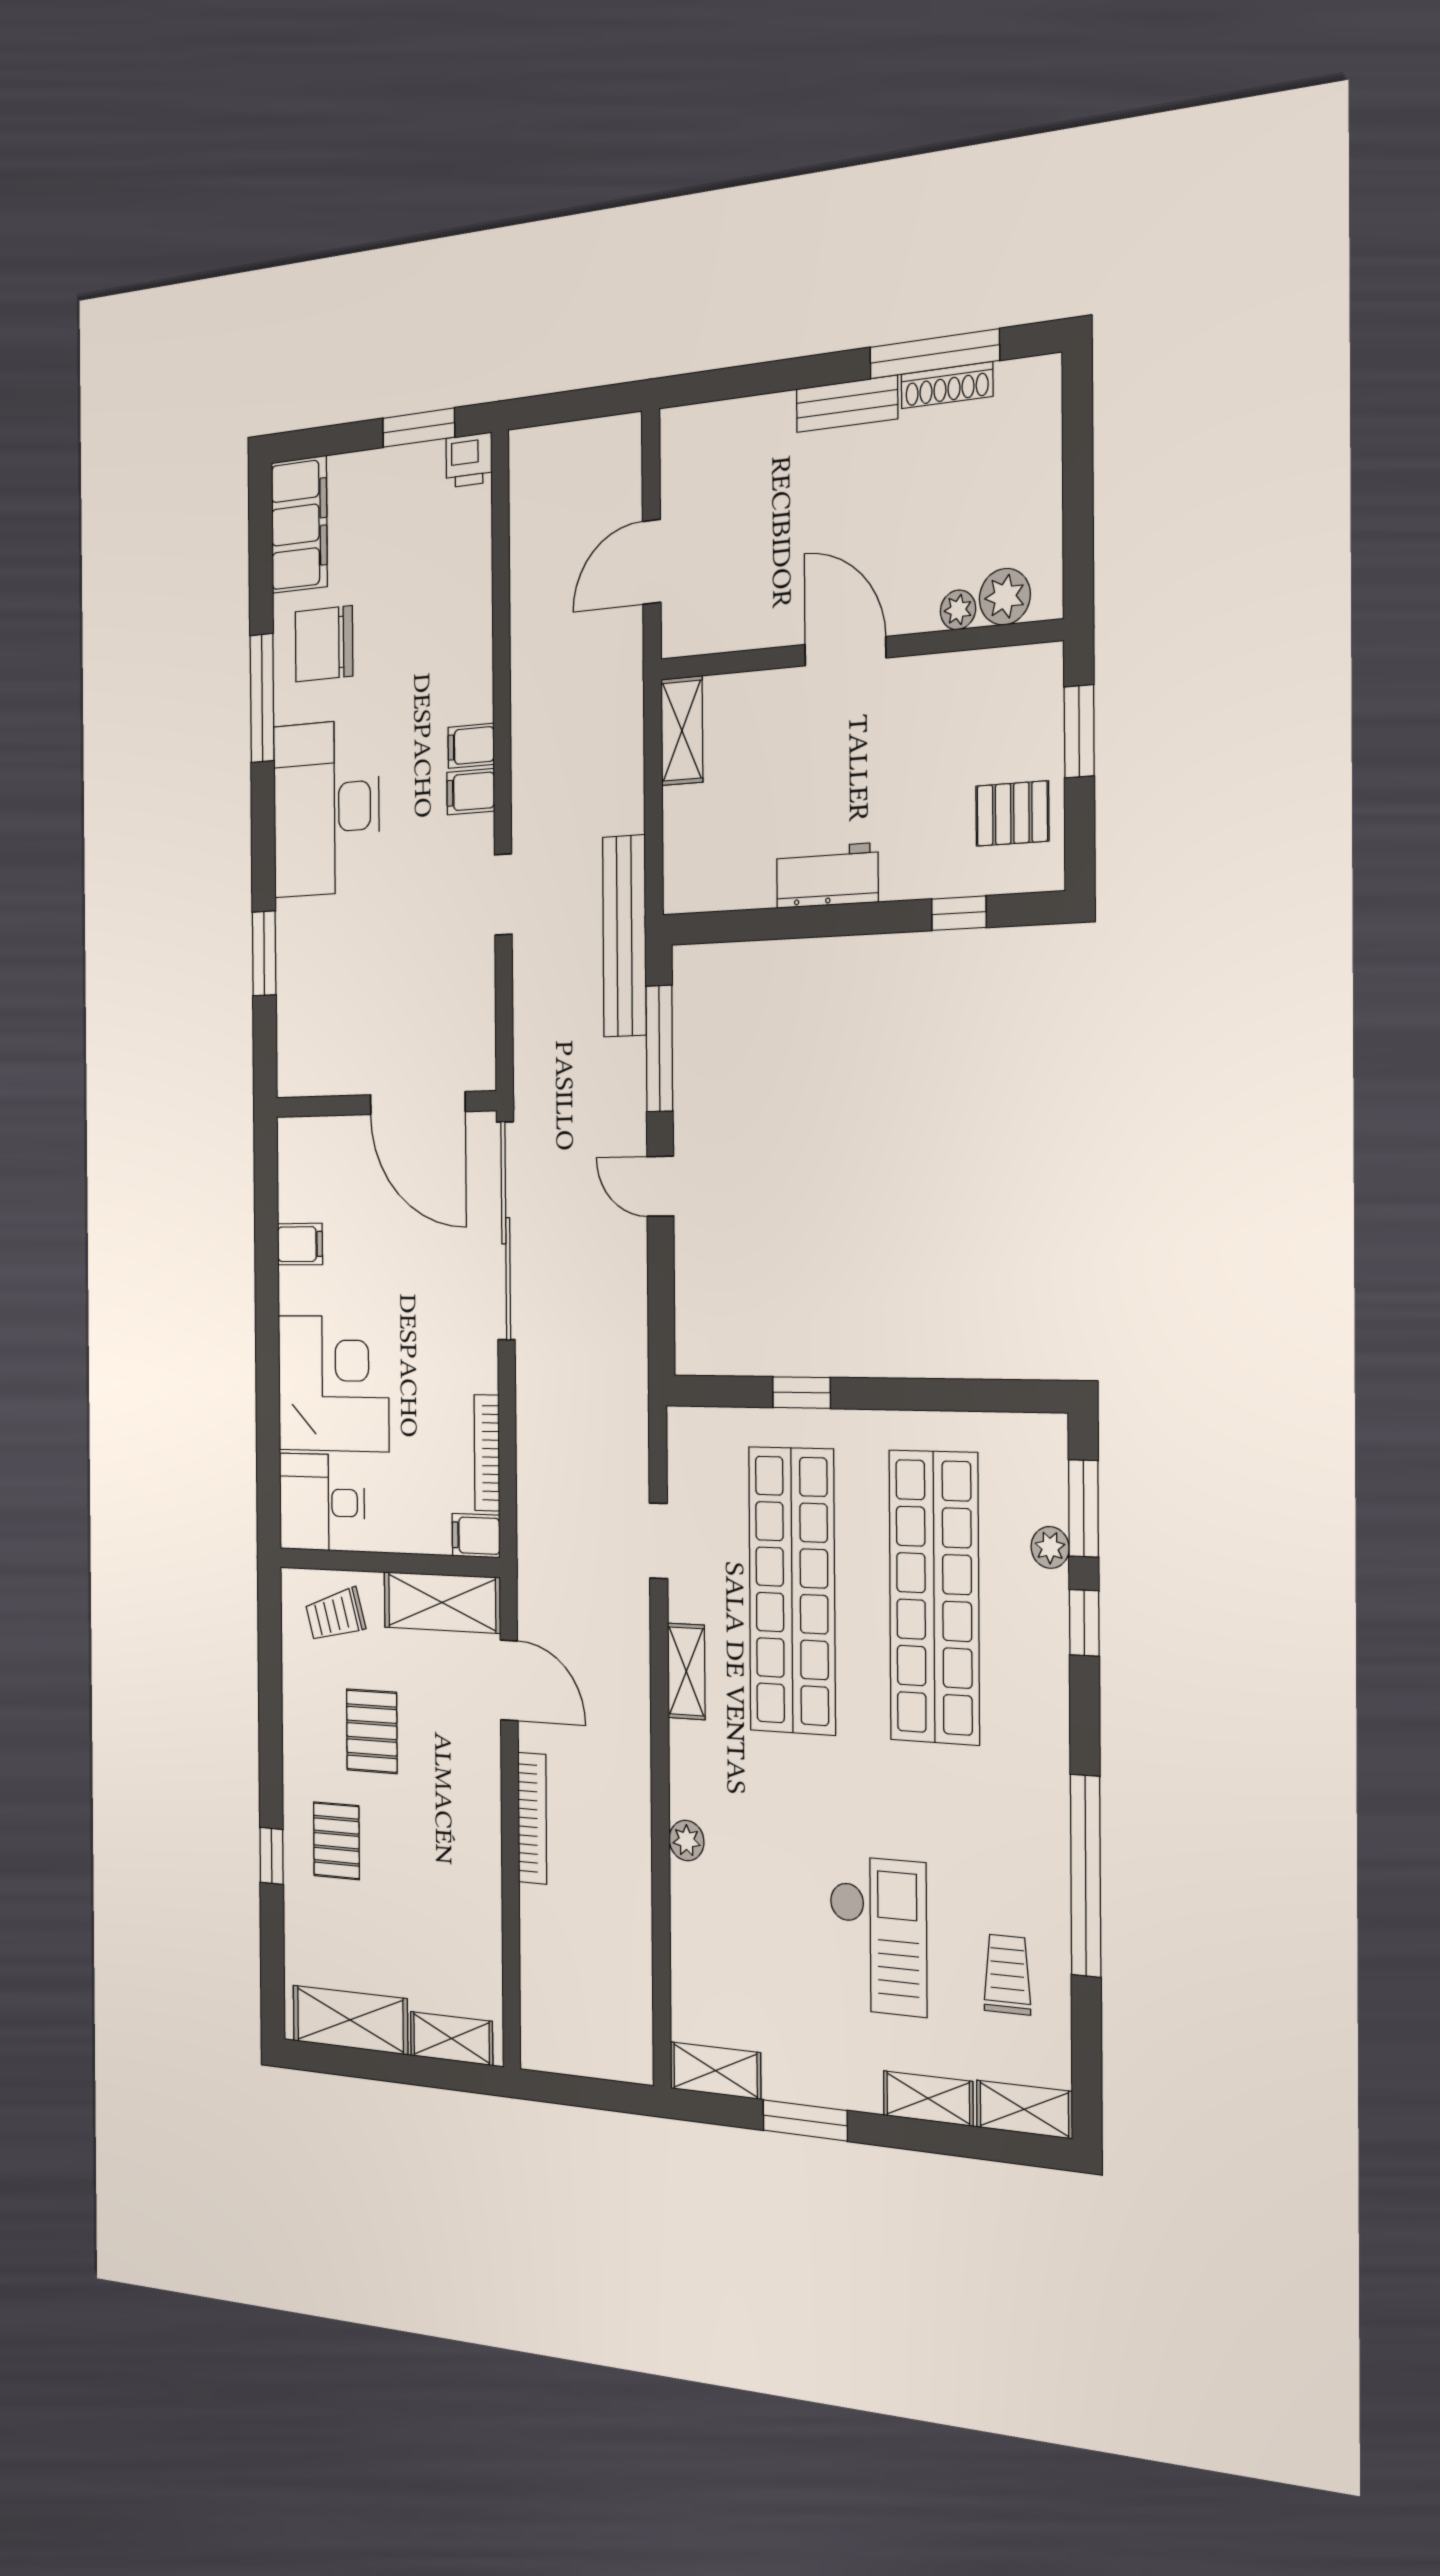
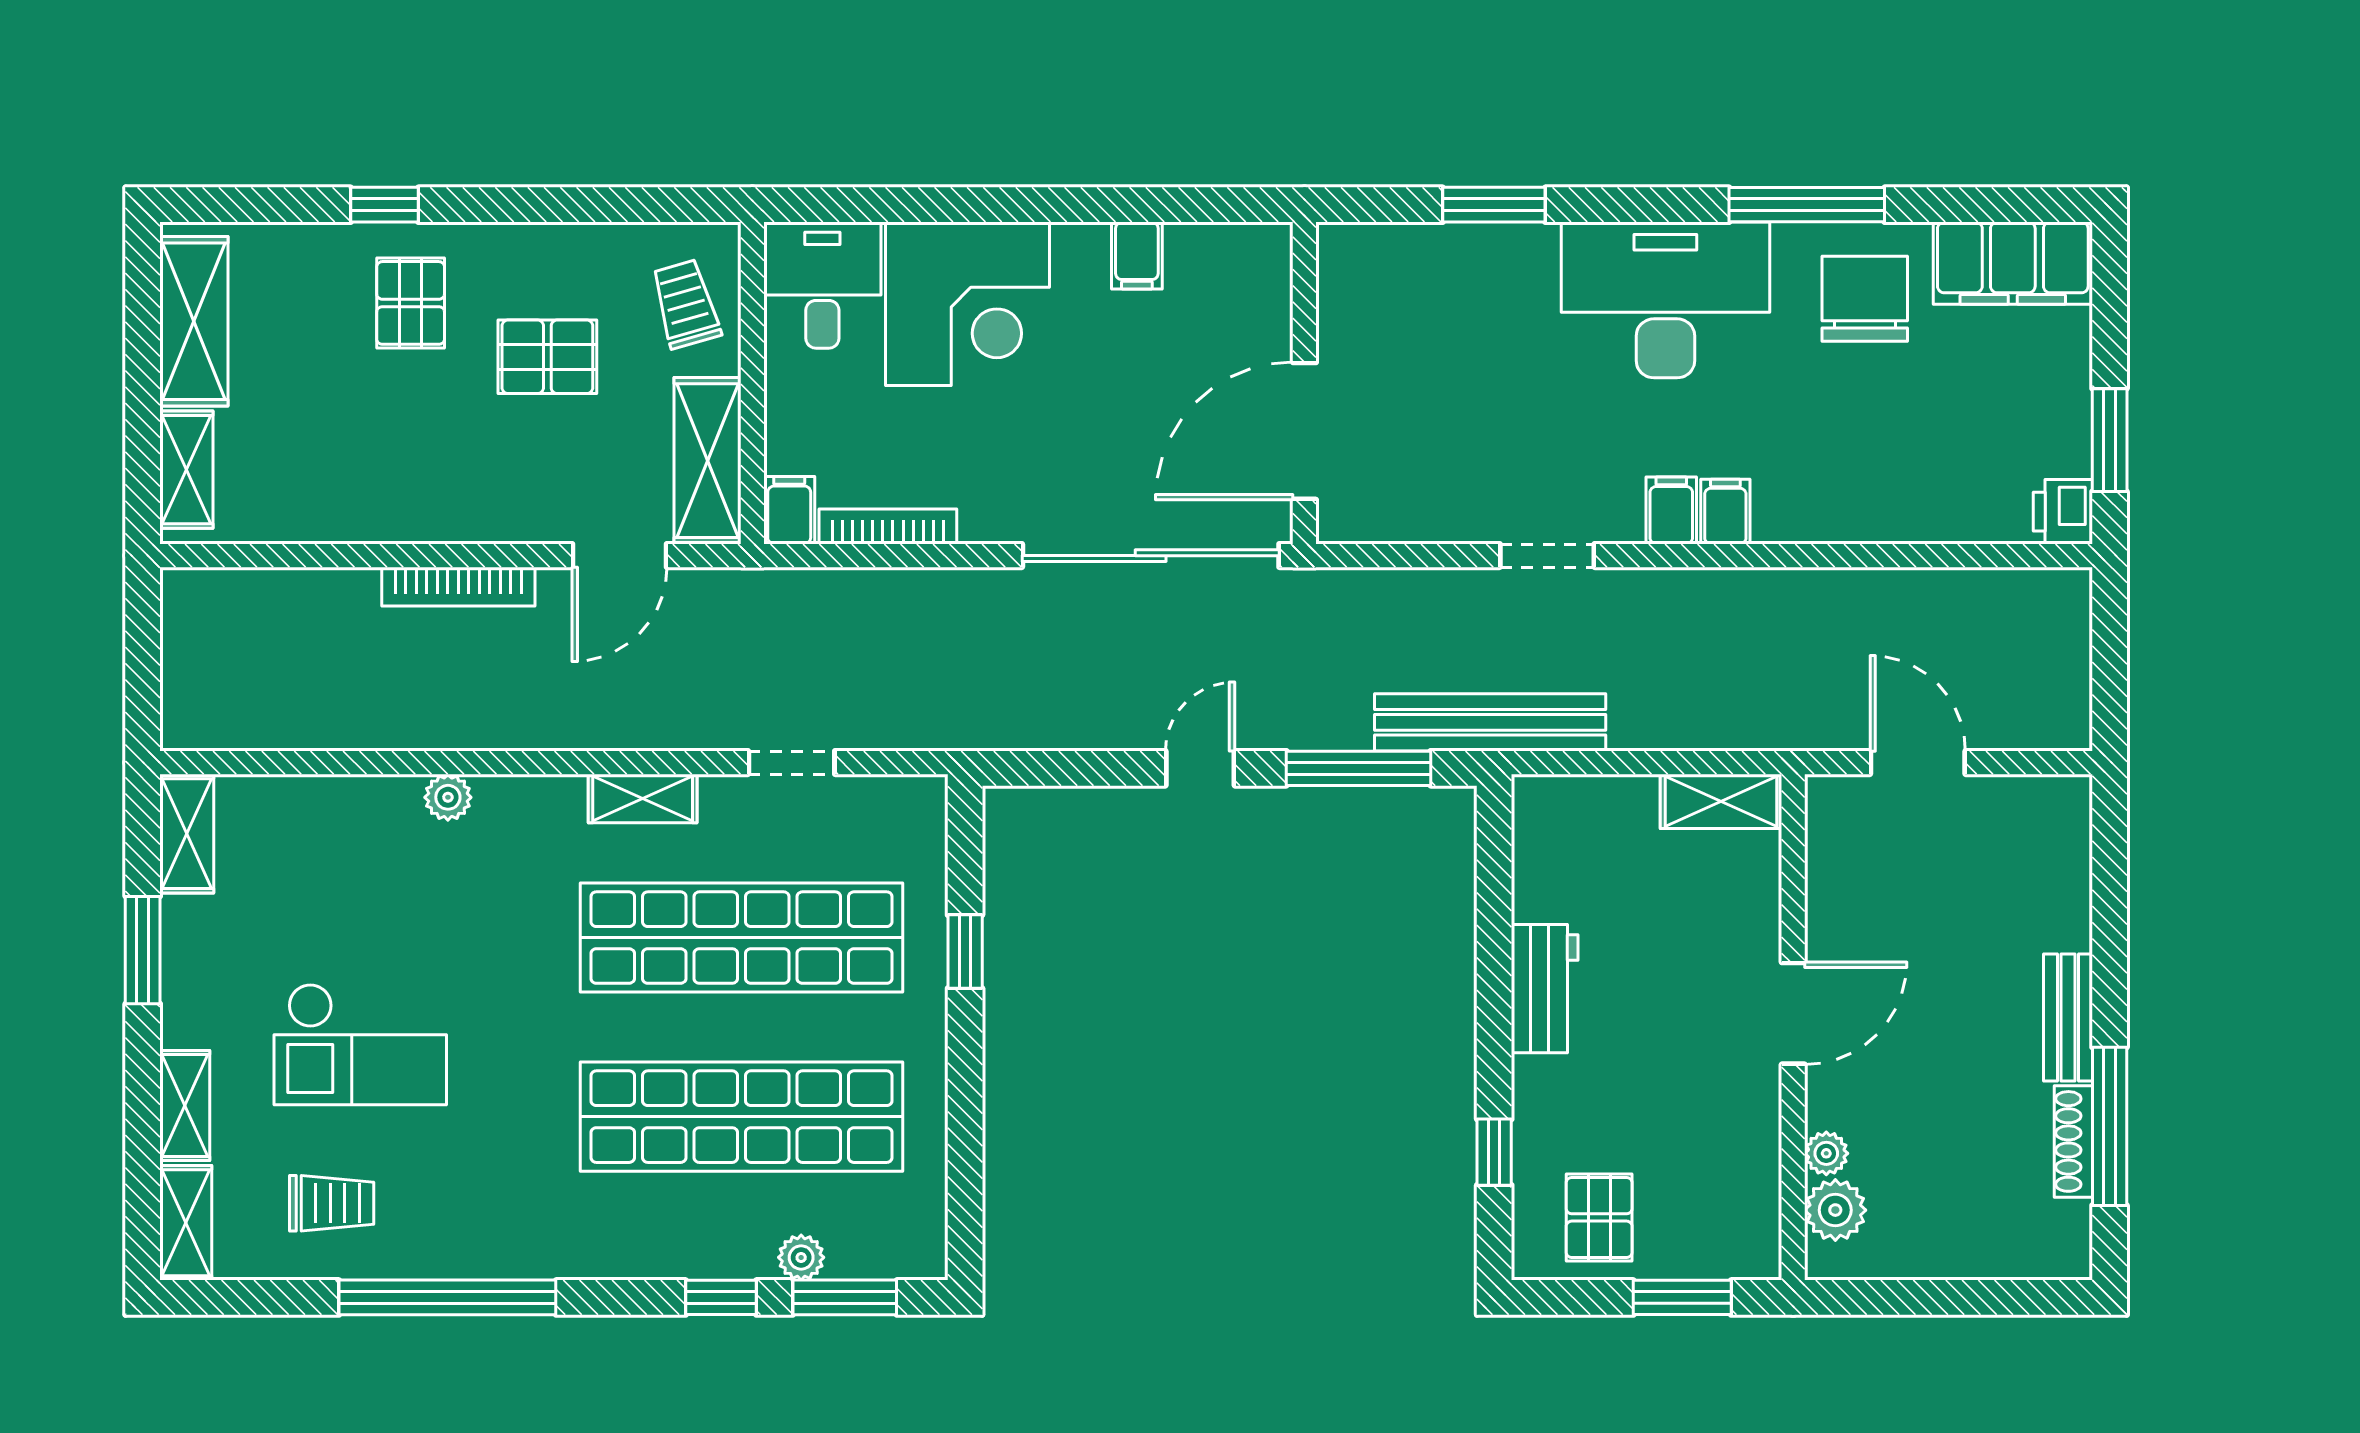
pallet: (336, 1841) -> (411, 303), turned 90

